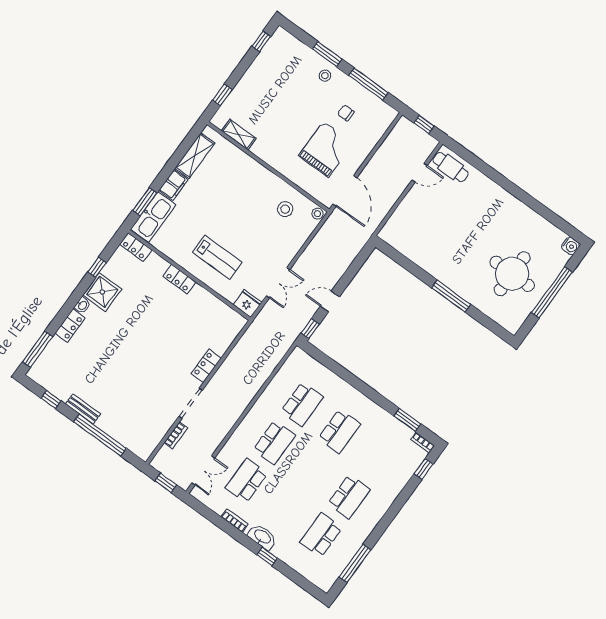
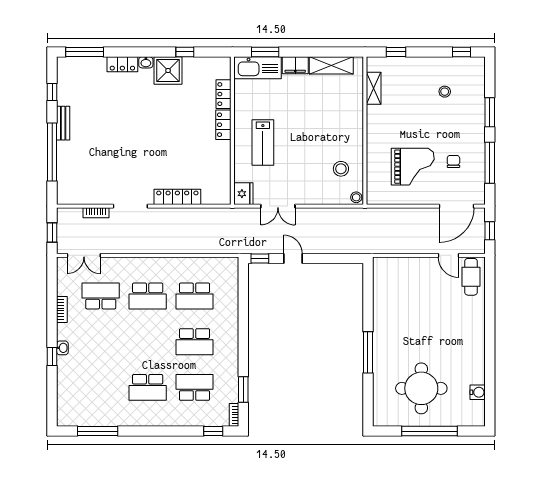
stool: (325, 76) -> (445, 92), moved
door: (345, 191) -> (457, 206), moved
water cooler: (571, 246) -> (478, 392), moved, turned -90
locker: (136, 247) -> (224, 94), moved
locker: (206, 366) -> (177, 197), width x1.53
school desk: (321, 535) -> (195, 387), moved
washbasin: (262, 537) -> (62, 348), width x0.52, depth x0.69

